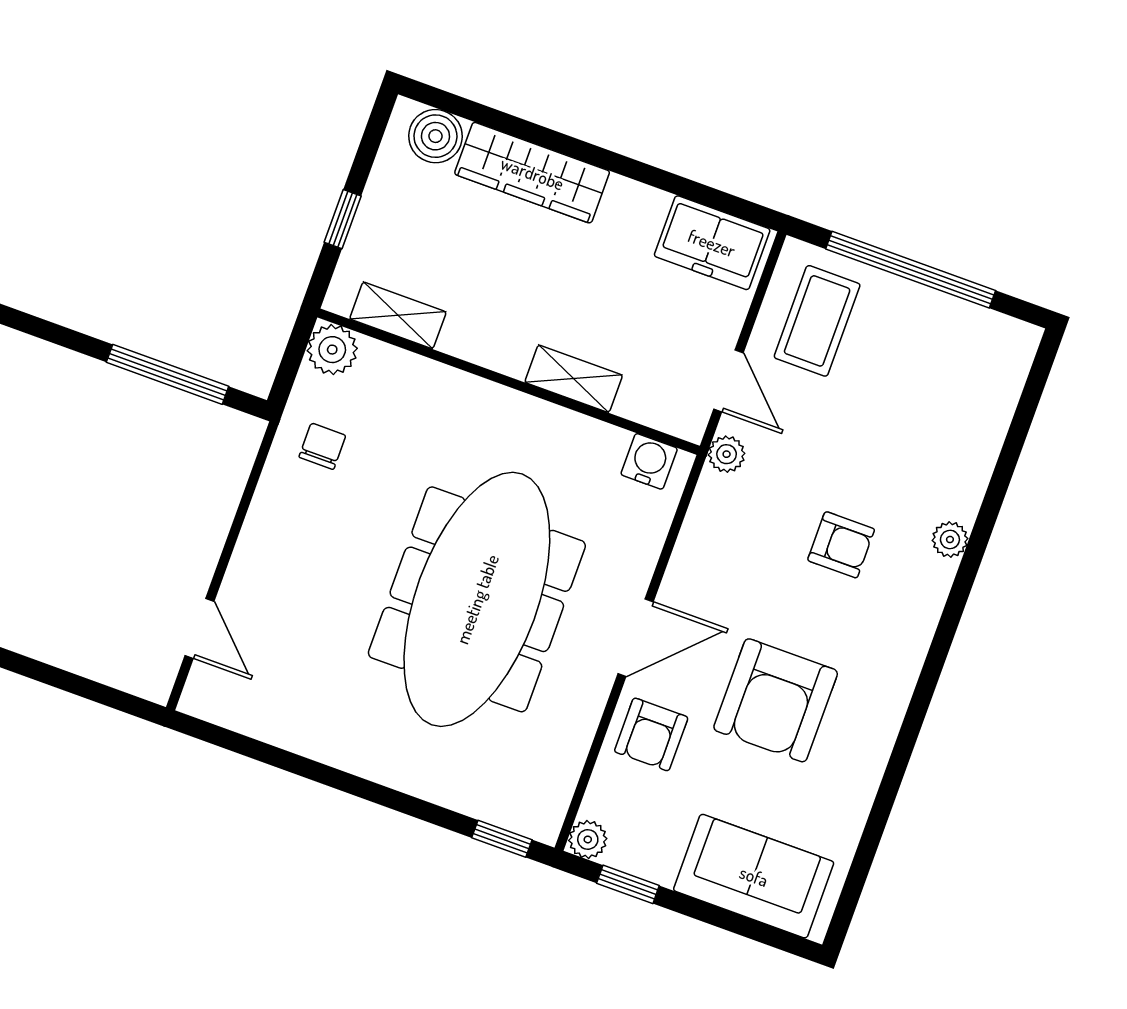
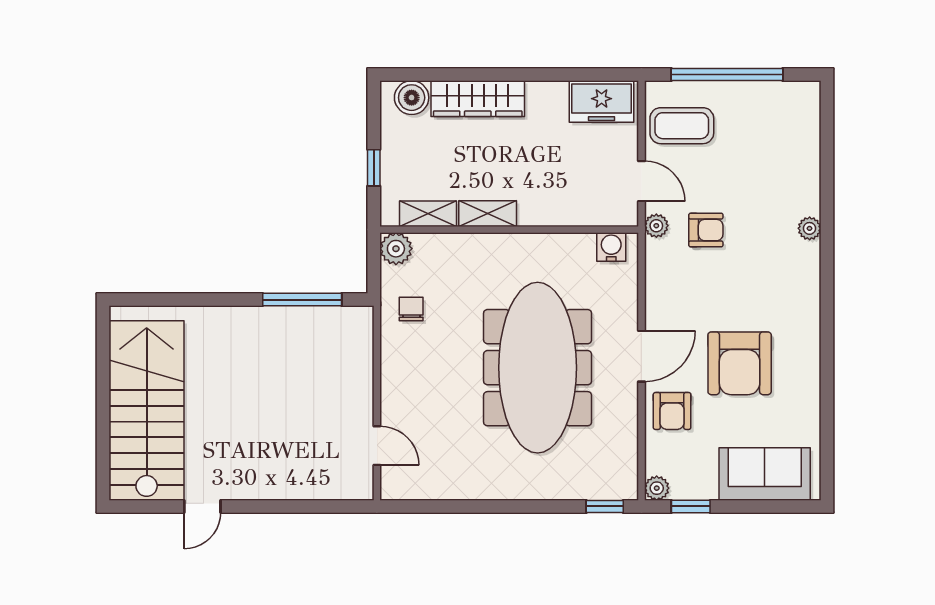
coffee table: (817, 321) -> (682, 126), turned 90
shelving: (574, 379) -> (488, 214), moved
armchair: (841, 545) -> (706, 230), moved

